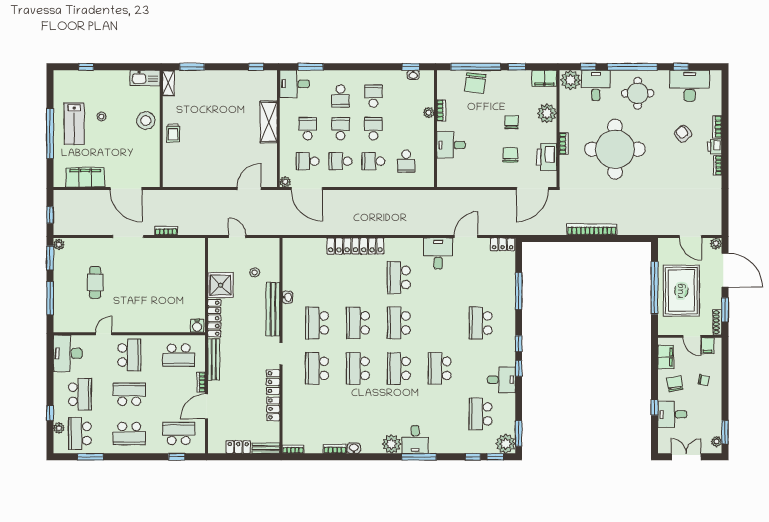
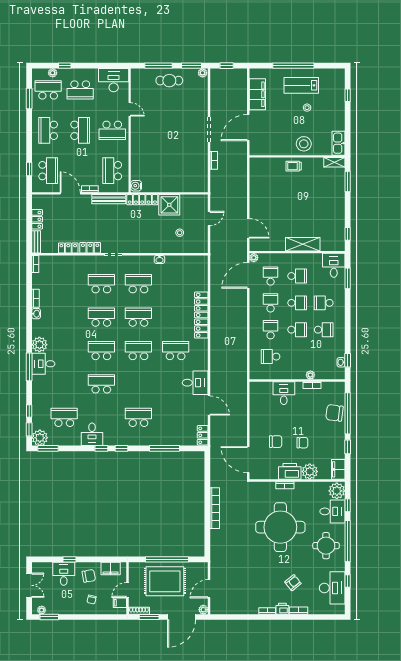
printer: (547, 157) -> (290, 471), moved
cafe table: (95, 282) -> (169, 81), moved
bench: (273, 309) -> (150, 248), removed

